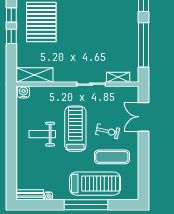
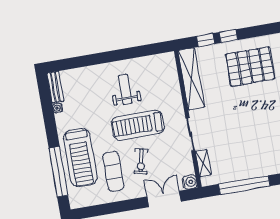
window: (11, 15) -> (206, 40), moved
shelving: (35, 75) -> (191, 79), width x1.47
water cooler: (23, 92) -> (190, 182), moved
treadmill: (75, 129) -> (138, 125), turned 180
window: (86, 205) -> (58, 172), moved

